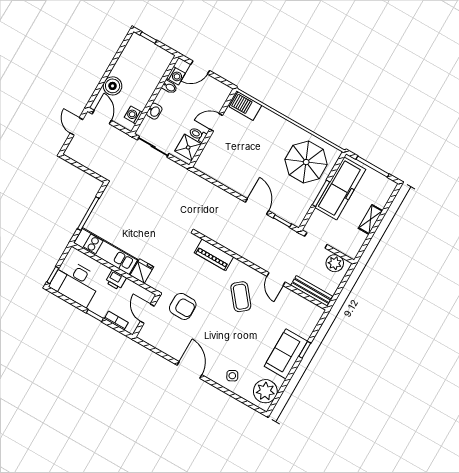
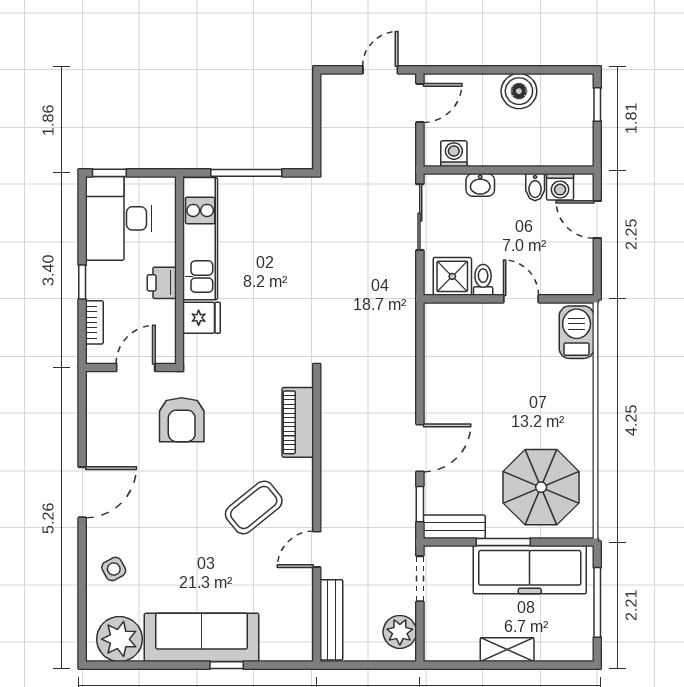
boiler: (113, 86) -> (519, 91), moved
bench: (301, 211) -> (454, 527), added
sofa: (286, 354) -> (202, 637), width x1.36

